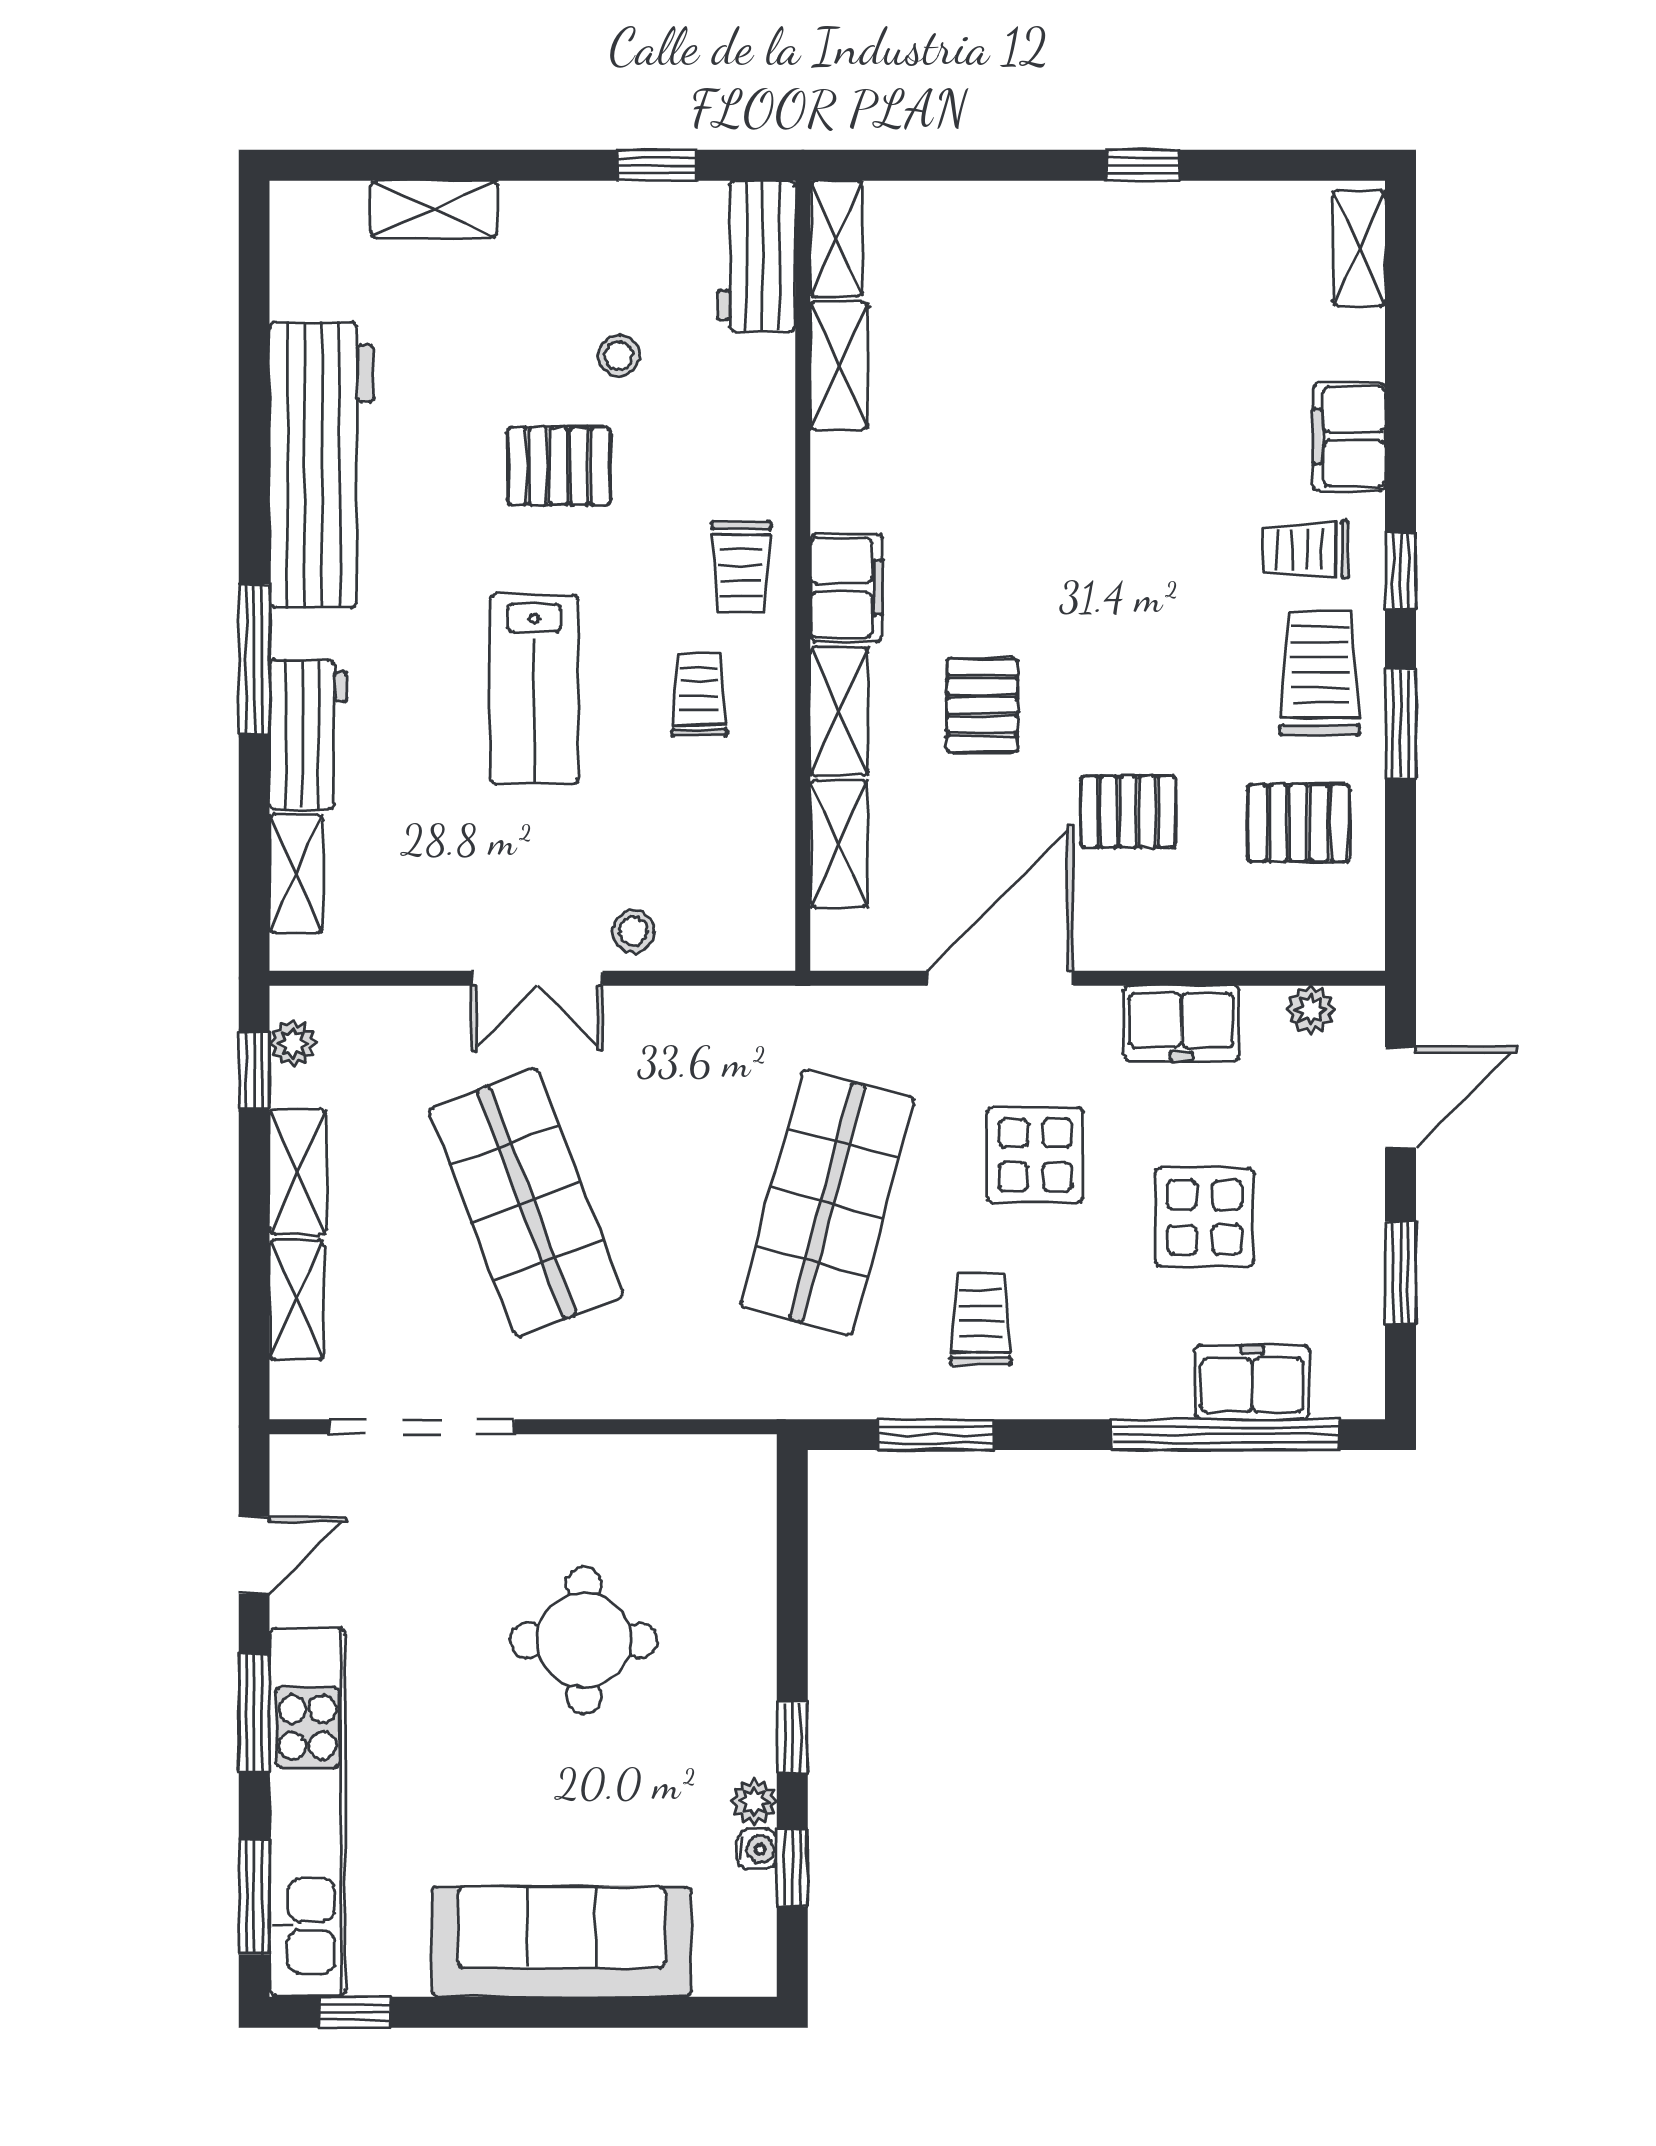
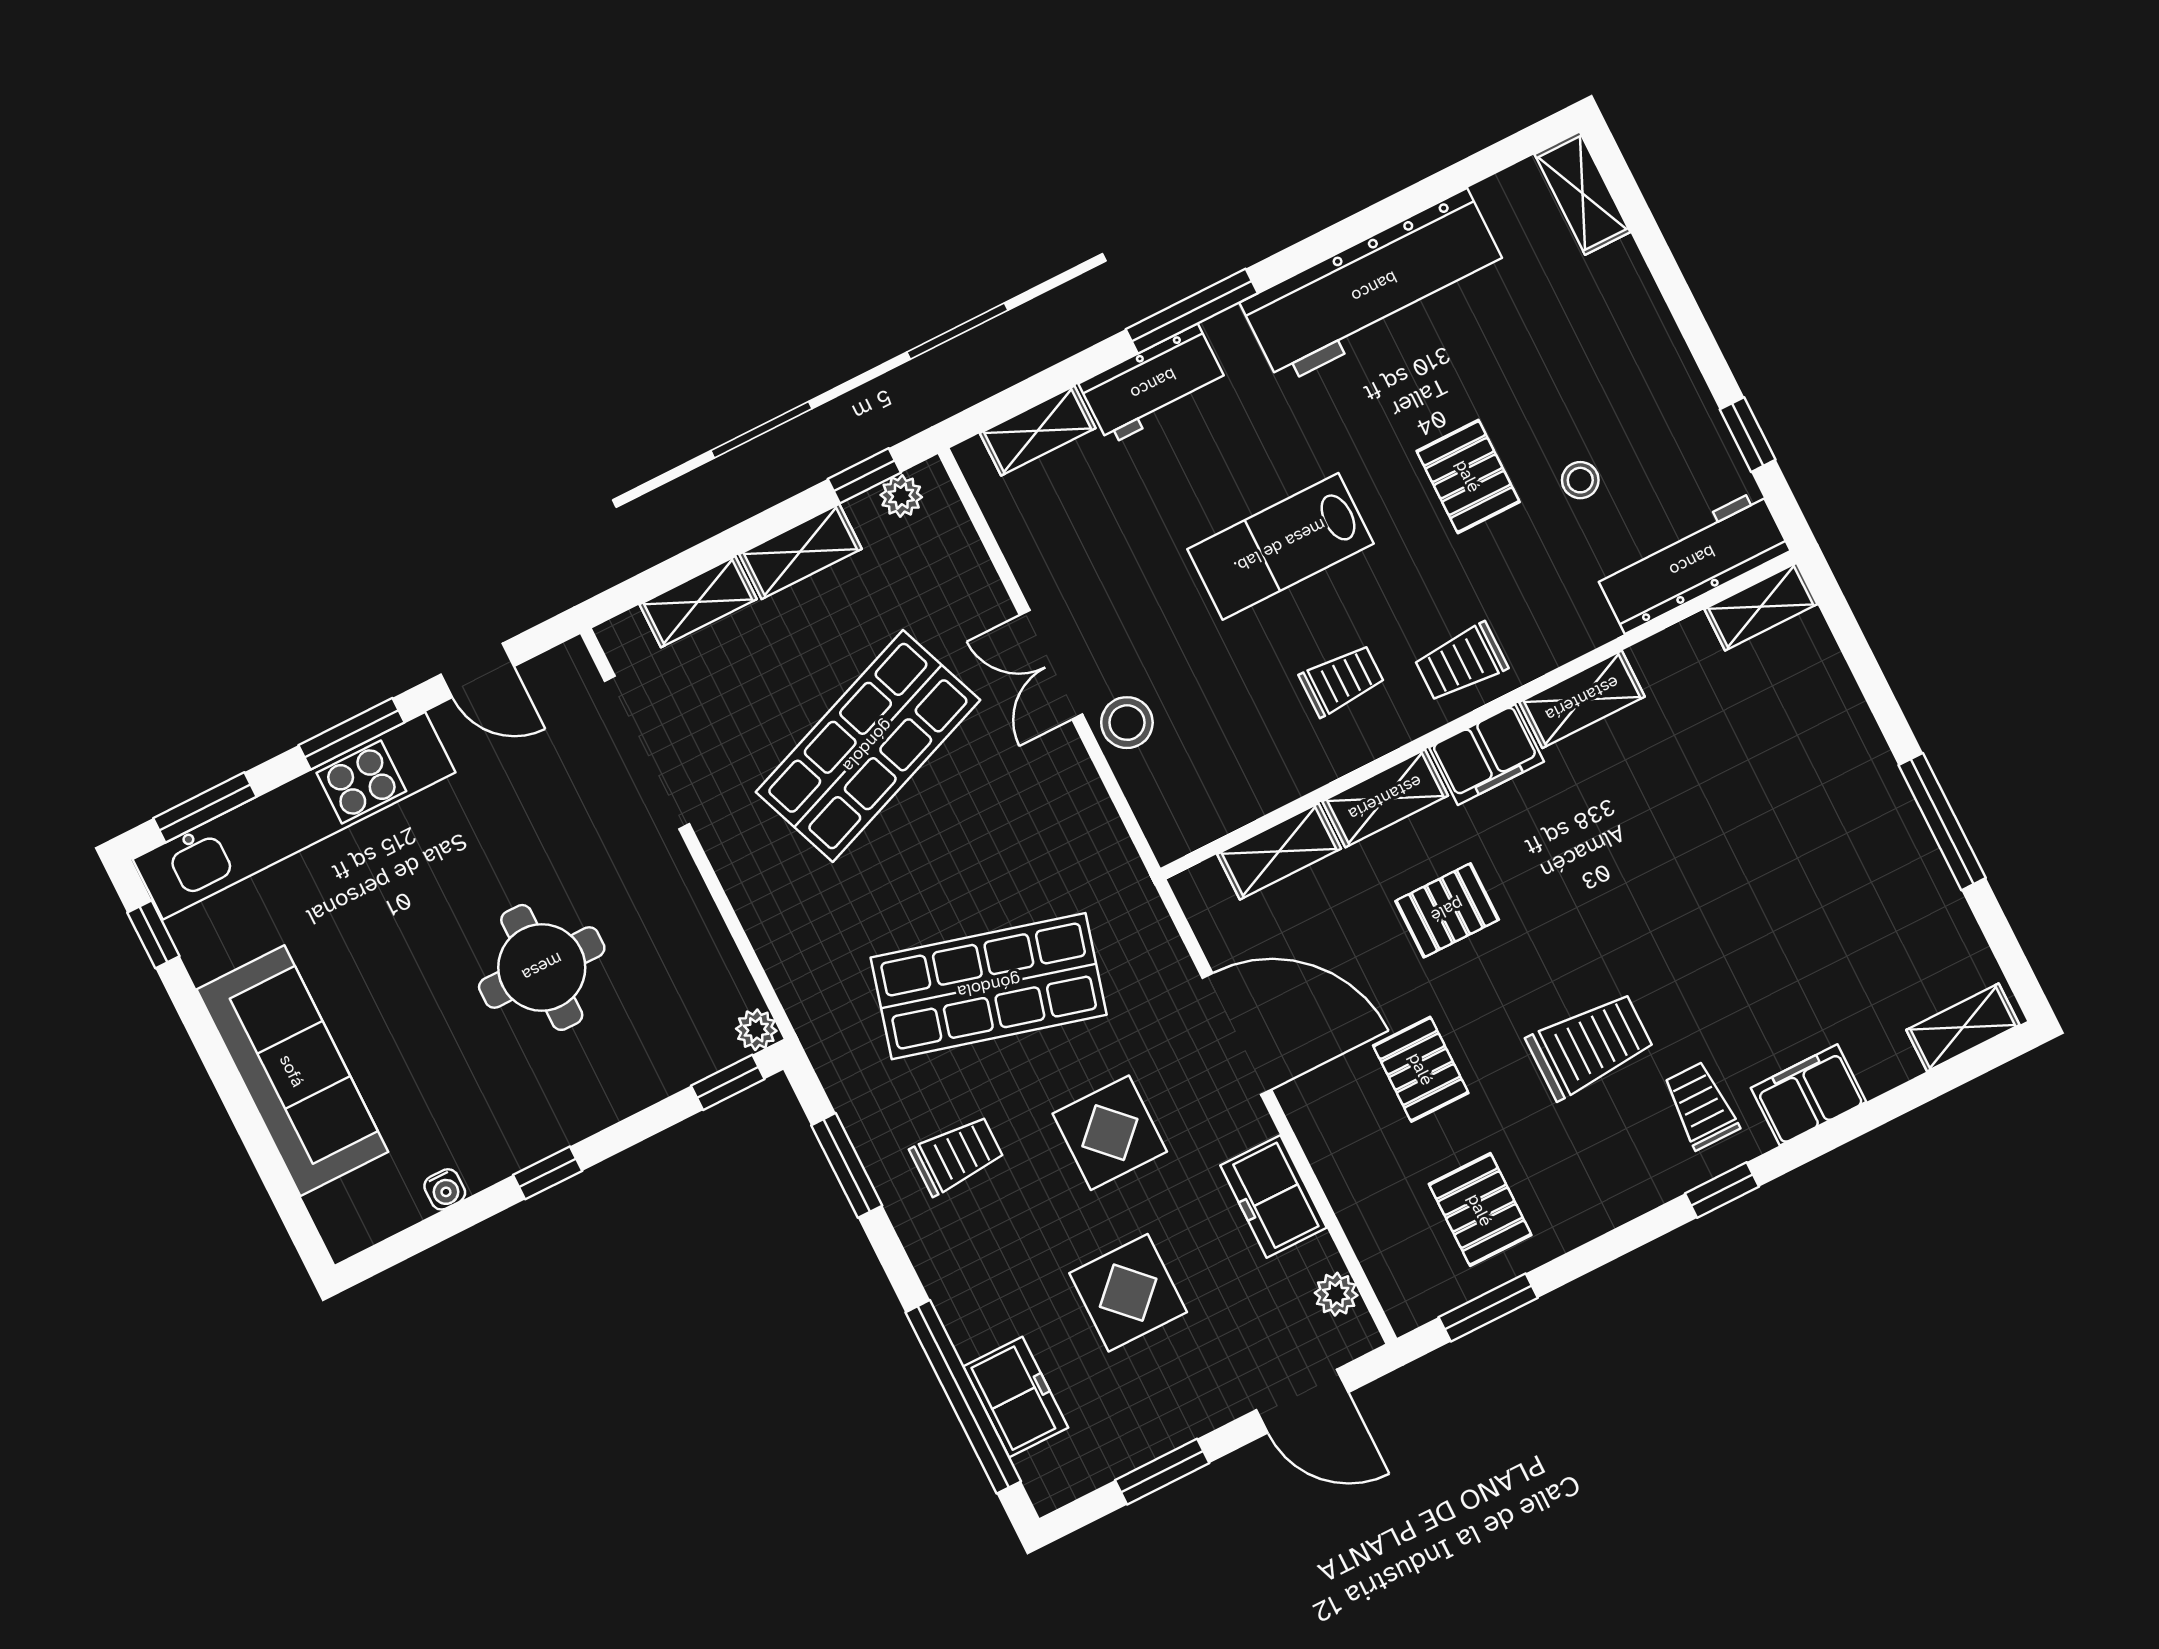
window: (1143, 165) -> (1942, 822), width x2.17
shelving: (434, 209) -> (1582, 193), moved
workbench: (756, 256) -> (1692, 561), width x1.38
shelving: (839, 366) -> (1582, 699), moved
trolley: (1320, 673) -> (1590, 1045), moved
window: (1401, 724) -> (1488, 1308), moved
stool: (633, 931) -> (1127, 723), width x1.37, depth x1.37
plant: (754, 1801) -> (756, 1030), moved
window: (792, 1868) -> (728, 1082), moved

